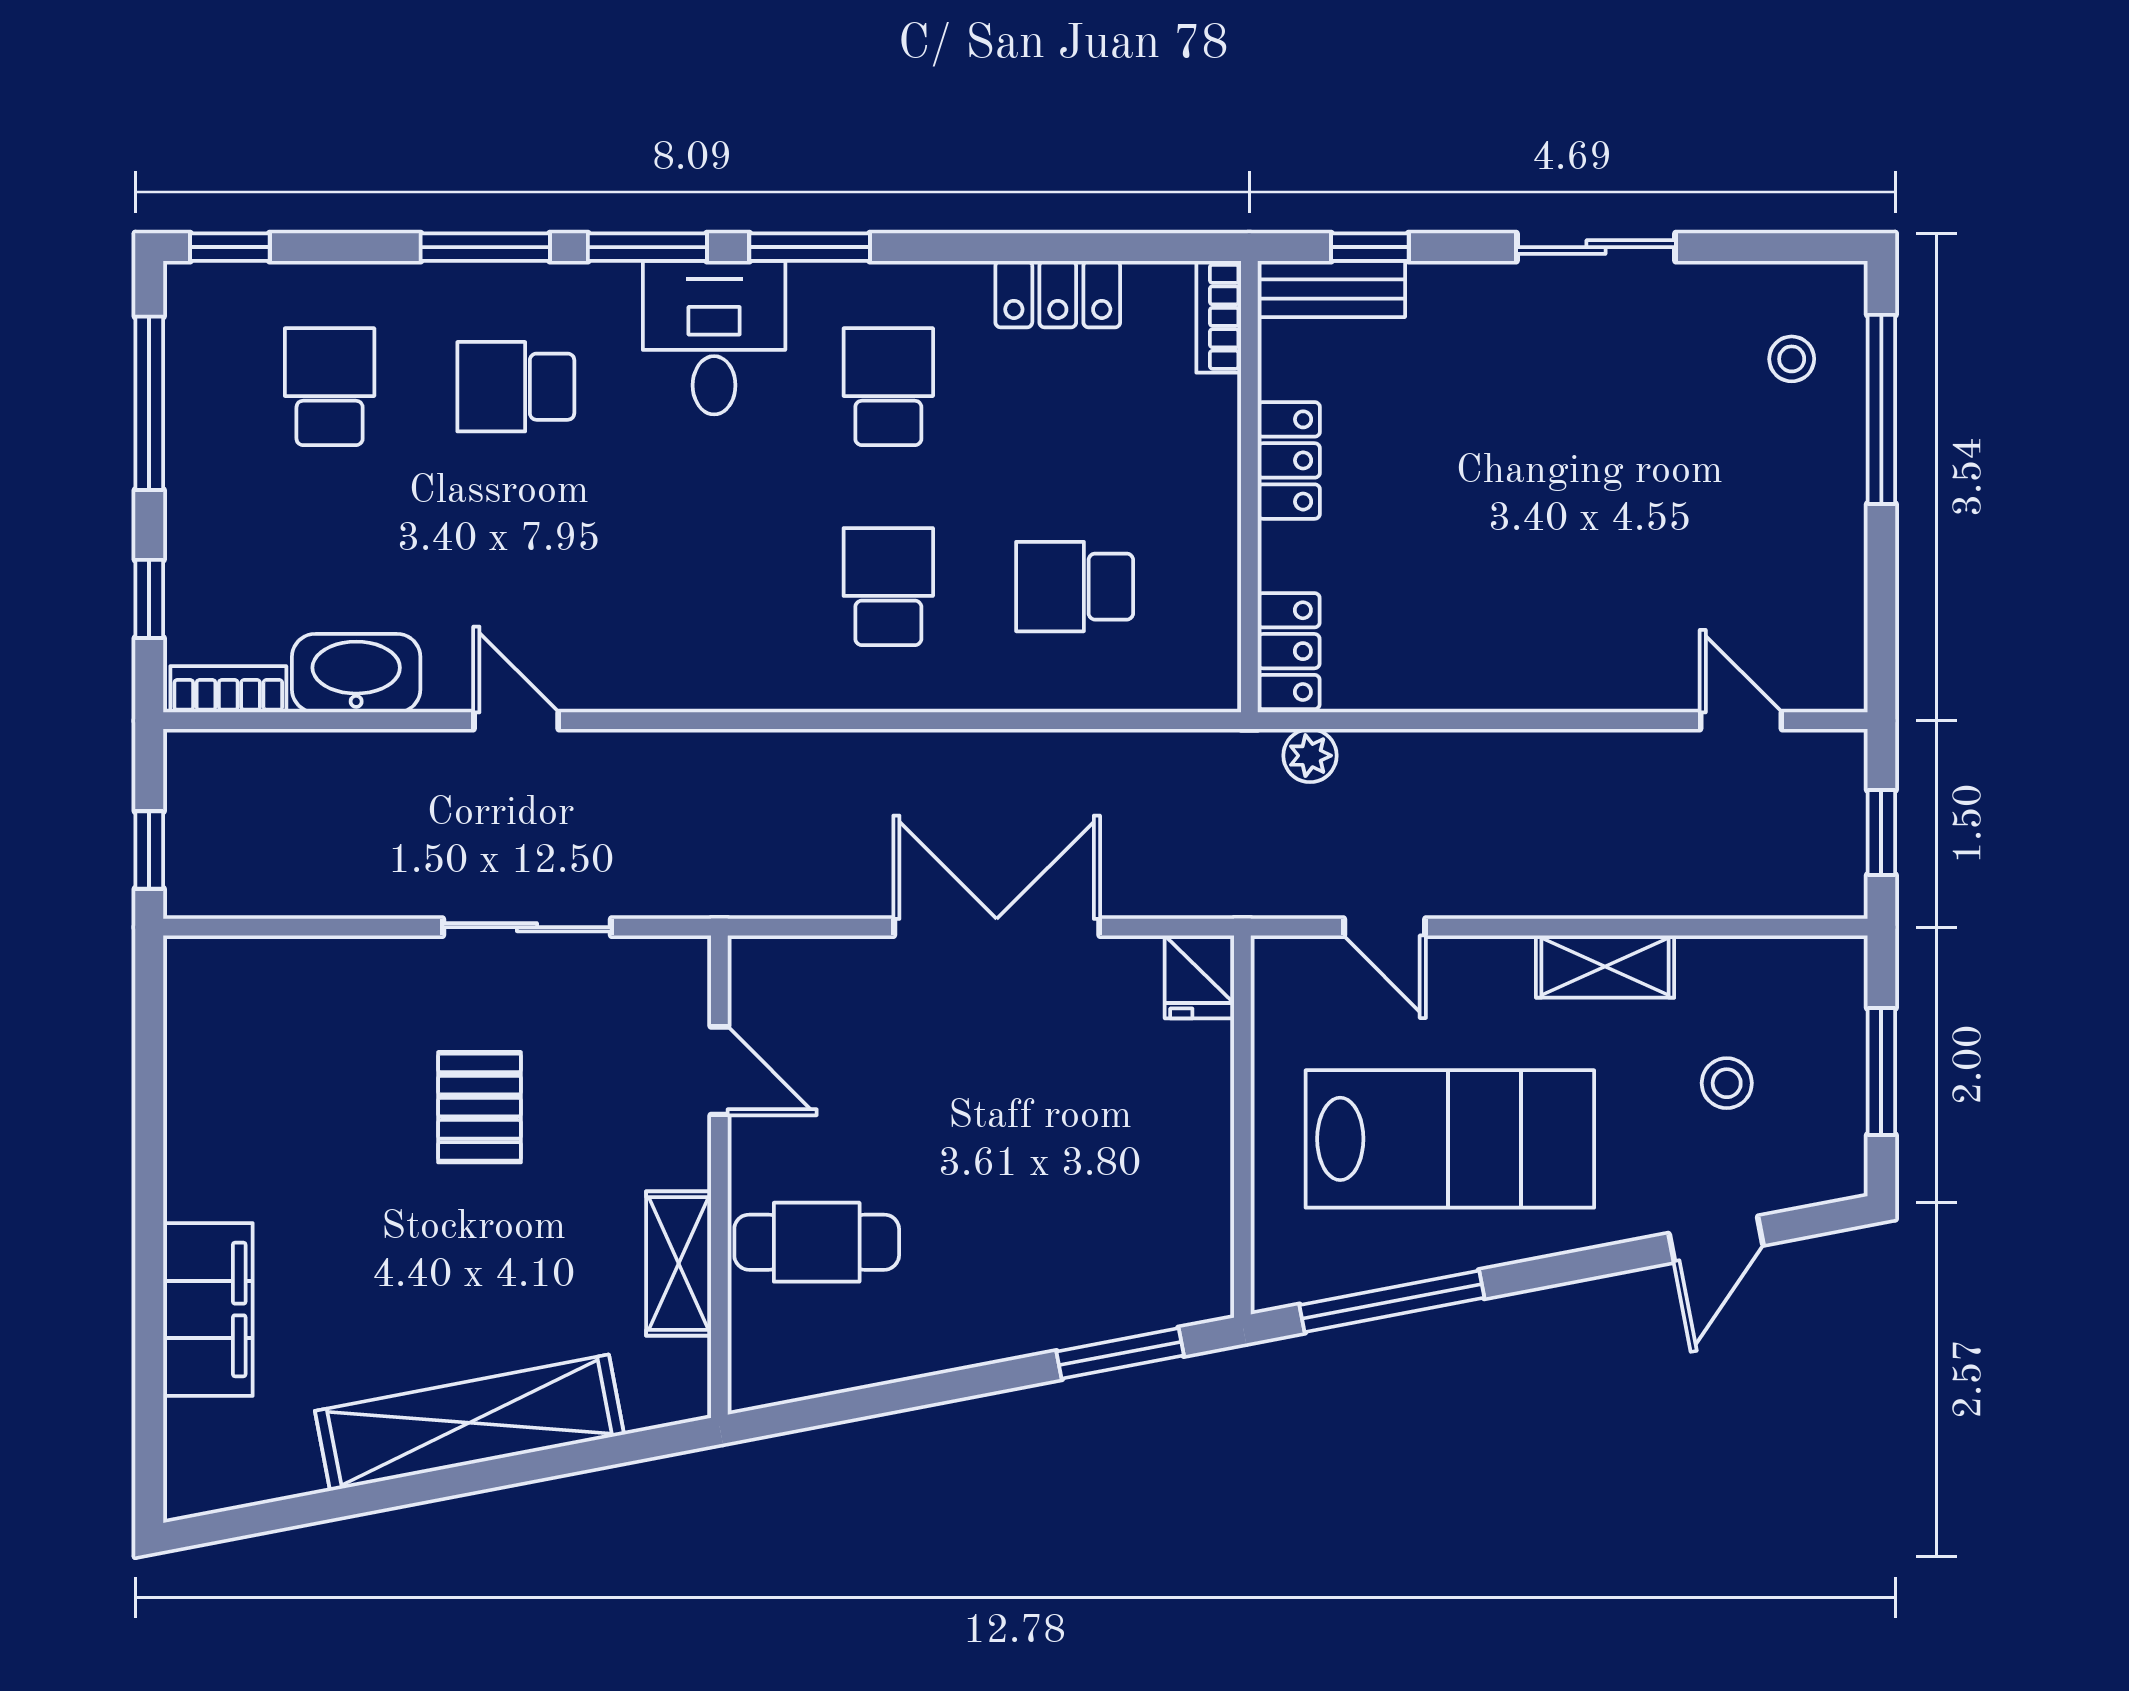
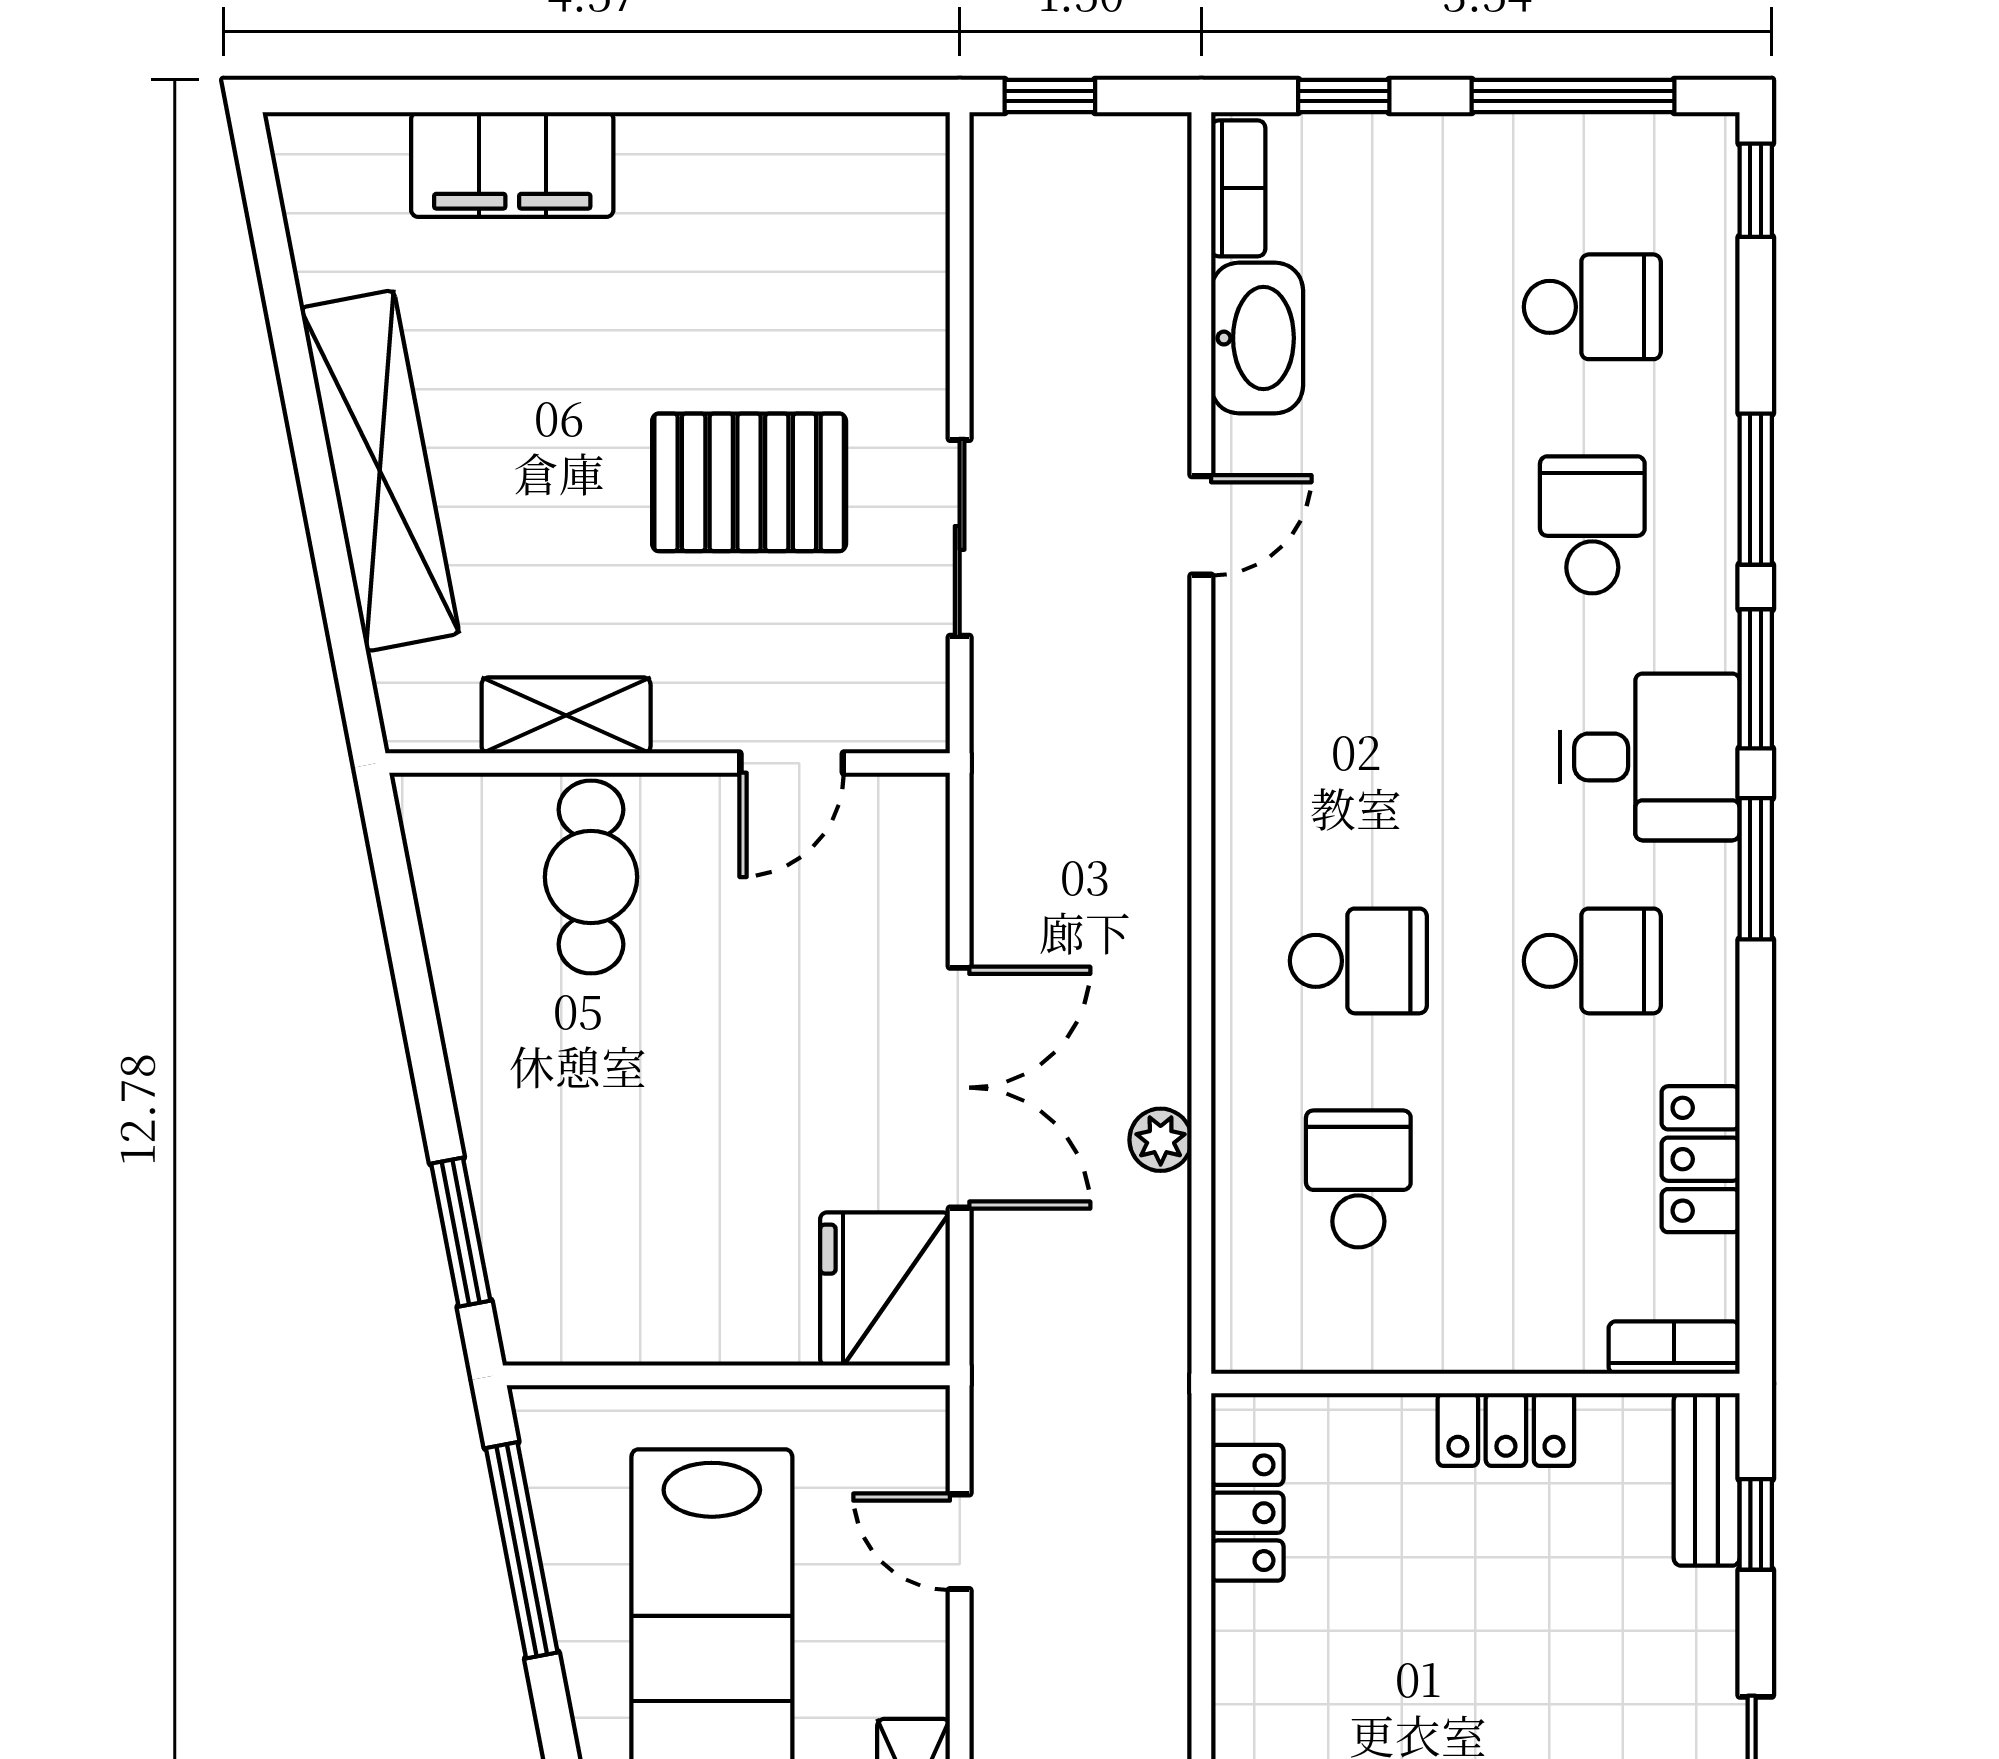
locker: (1289, 651) -> (1247, 1513), moved, turned -90
plant: (1310, 756) -> (1161, 1140), moved
door: (1385, 927) -> (960, 1542), hinge flipped
fridge: (1199, 977) -> (885, 1289), width x1.88, depth x1.34
pallet: (479, 1107) -> (749, 482), width x1.50, depth x1.42

